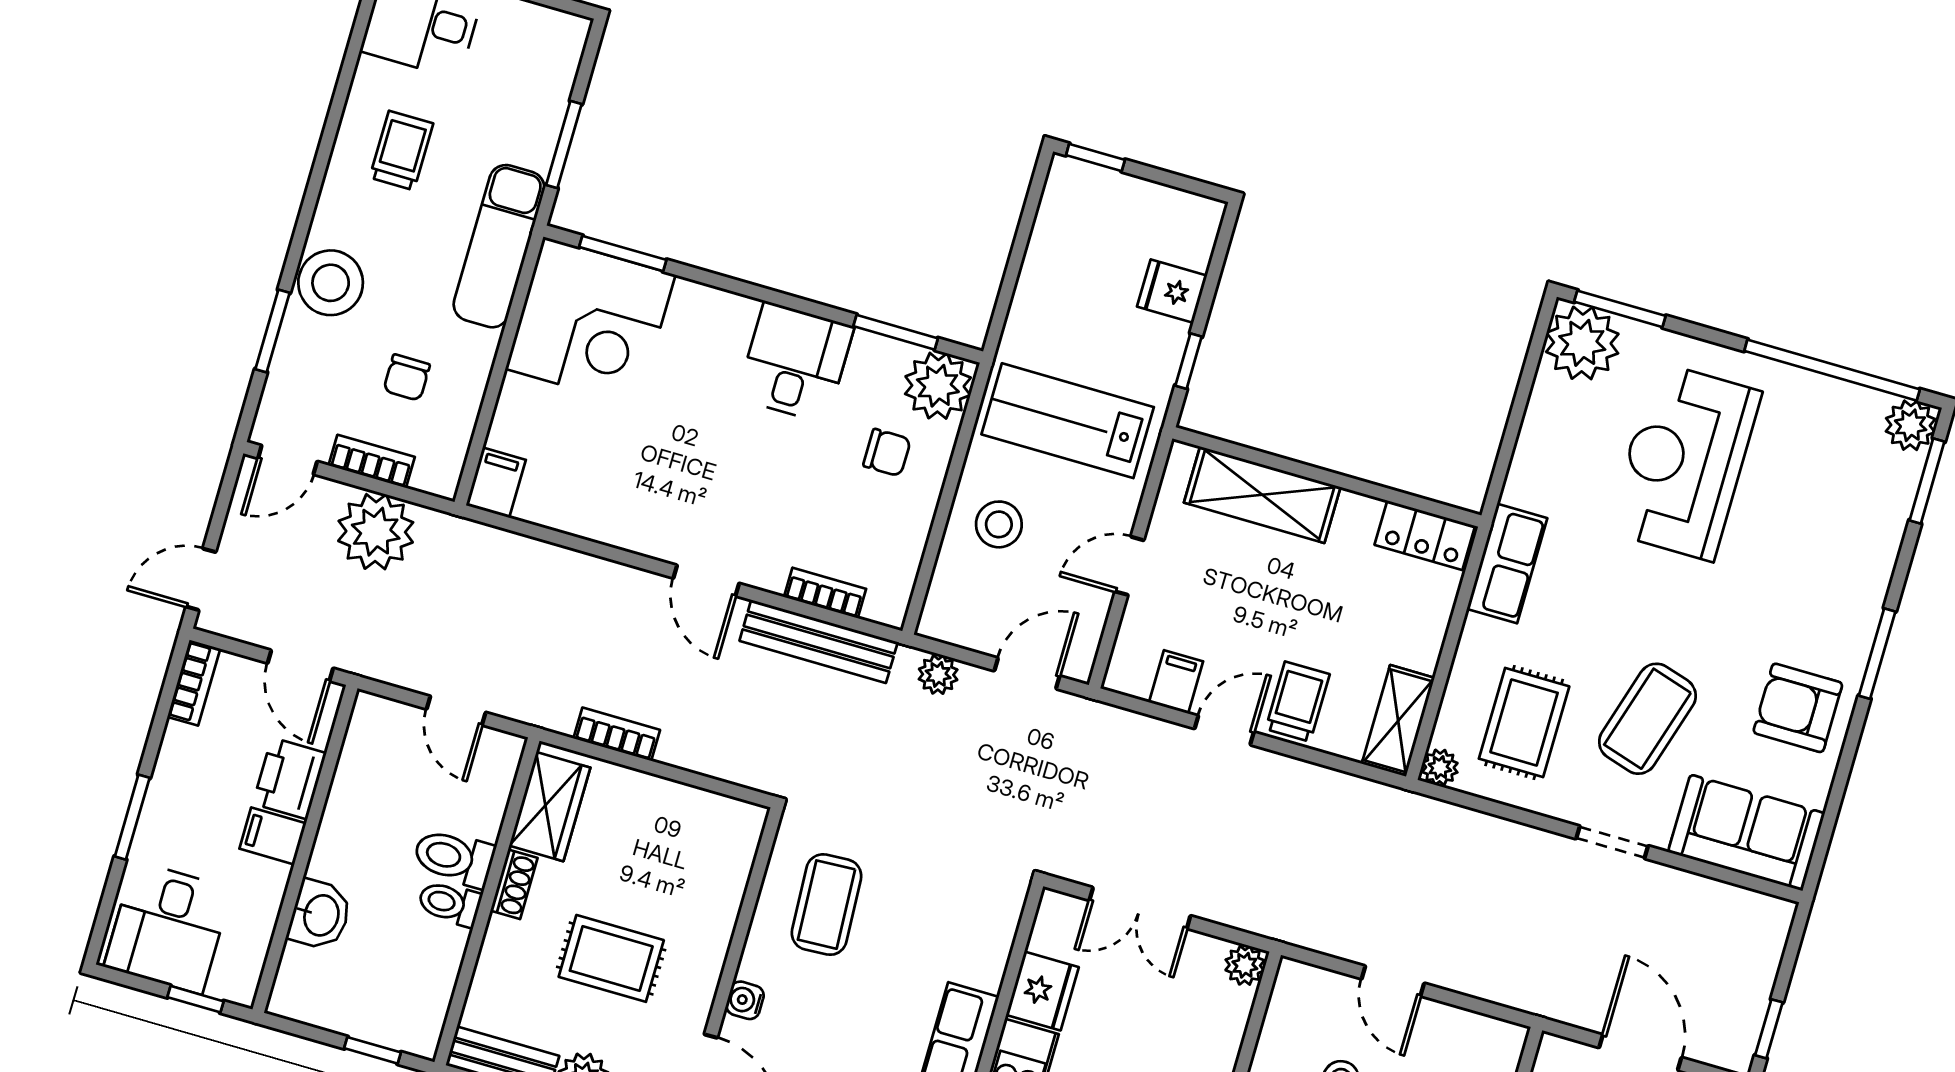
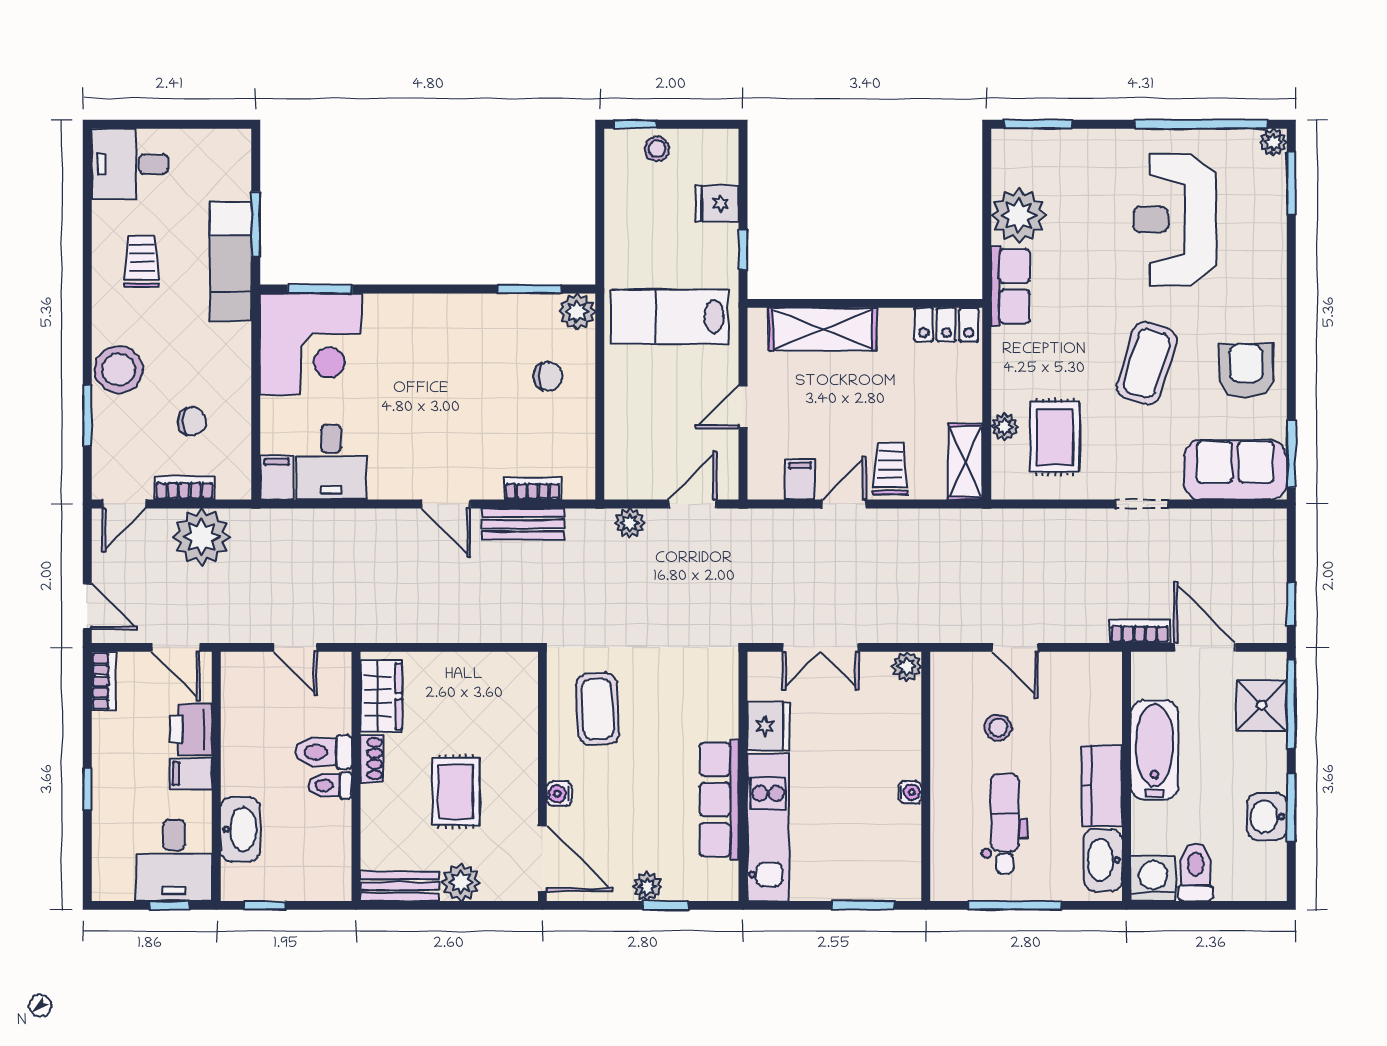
exam couch: (499, 246) -> (231, 262), moved
plant: (1582, 343) -> (1019, 215), moved
desk: (795, 362) -> (331, 462), moved, turned 180
chair: (407, 377) -> (192, 421), turned -90
plant: (938, 386) -> (577, 312), width x0.73, depth x0.73
plant: (1911, 425) -> (1273, 142), width x0.73, depth x0.73
reception desk: (1684, 462) -> (1175, 219), moved
stool: (999, 524) -> (657, 149), moved, width x0.73, depth x0.73
row of seats: (1507, 564) -> (1010, 286), moved
door: (201, 579) -> (87, 607), swing flipped
bench: (819, 641) -> (523, 524), width x0.73
window: (1877, 654) -> (1291, 454), moved
armchair: (1798, 708) -> (1246, 371), turned 89
coffee table: (1647, 719) -> (1146, 363), moved
bookcase: (617, 734) -> (1140, 631), moved
plant: (1440, 767) -> (1004, 427), moved
window: (132, 817) -> (87, 789), width x0.67
washbasin: (320, 915) -> (240, 829), width x1.38
desk: (168, 928) -> (174, 860), moved
rug: (611, 958) -> (456, 791), turned 90
window: (373, 1050) -> (265, 905), moved

